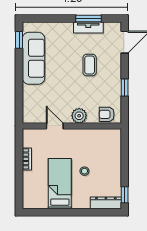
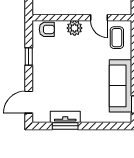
coffee table: (90, 65) -> (117, 38), moved

